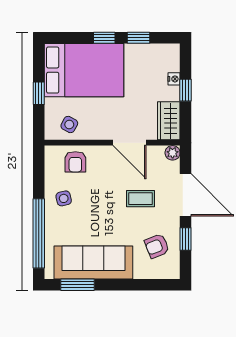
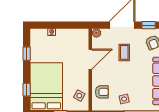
window: (104, 38) -> (27, 90), moved
window: (186, 90) -> (58, 25), removed
wardrobe: (169, 121) -> (77, 35), removed

